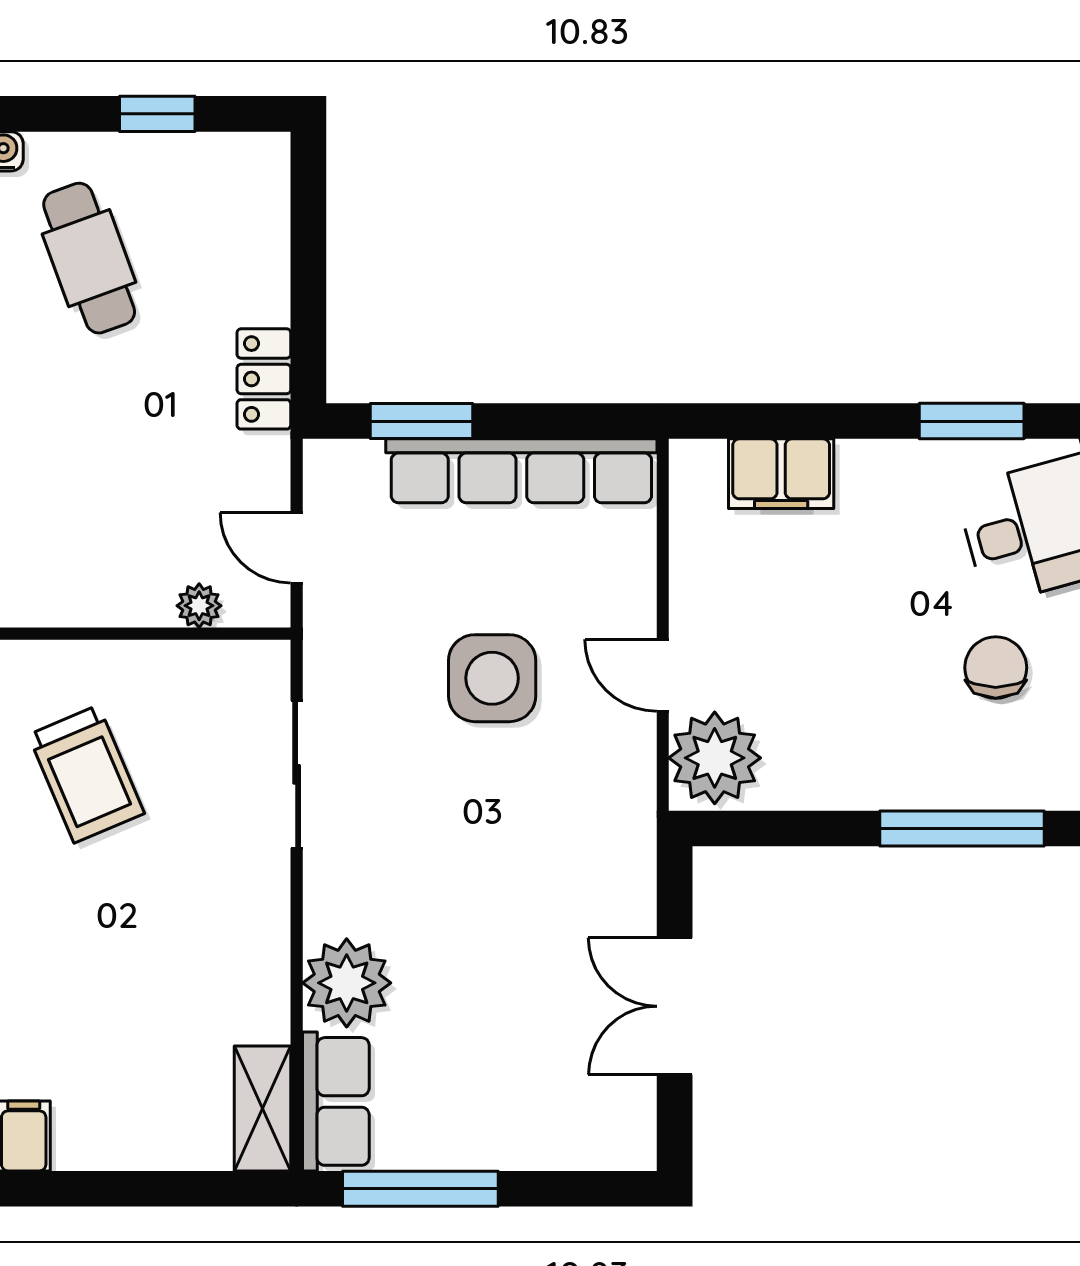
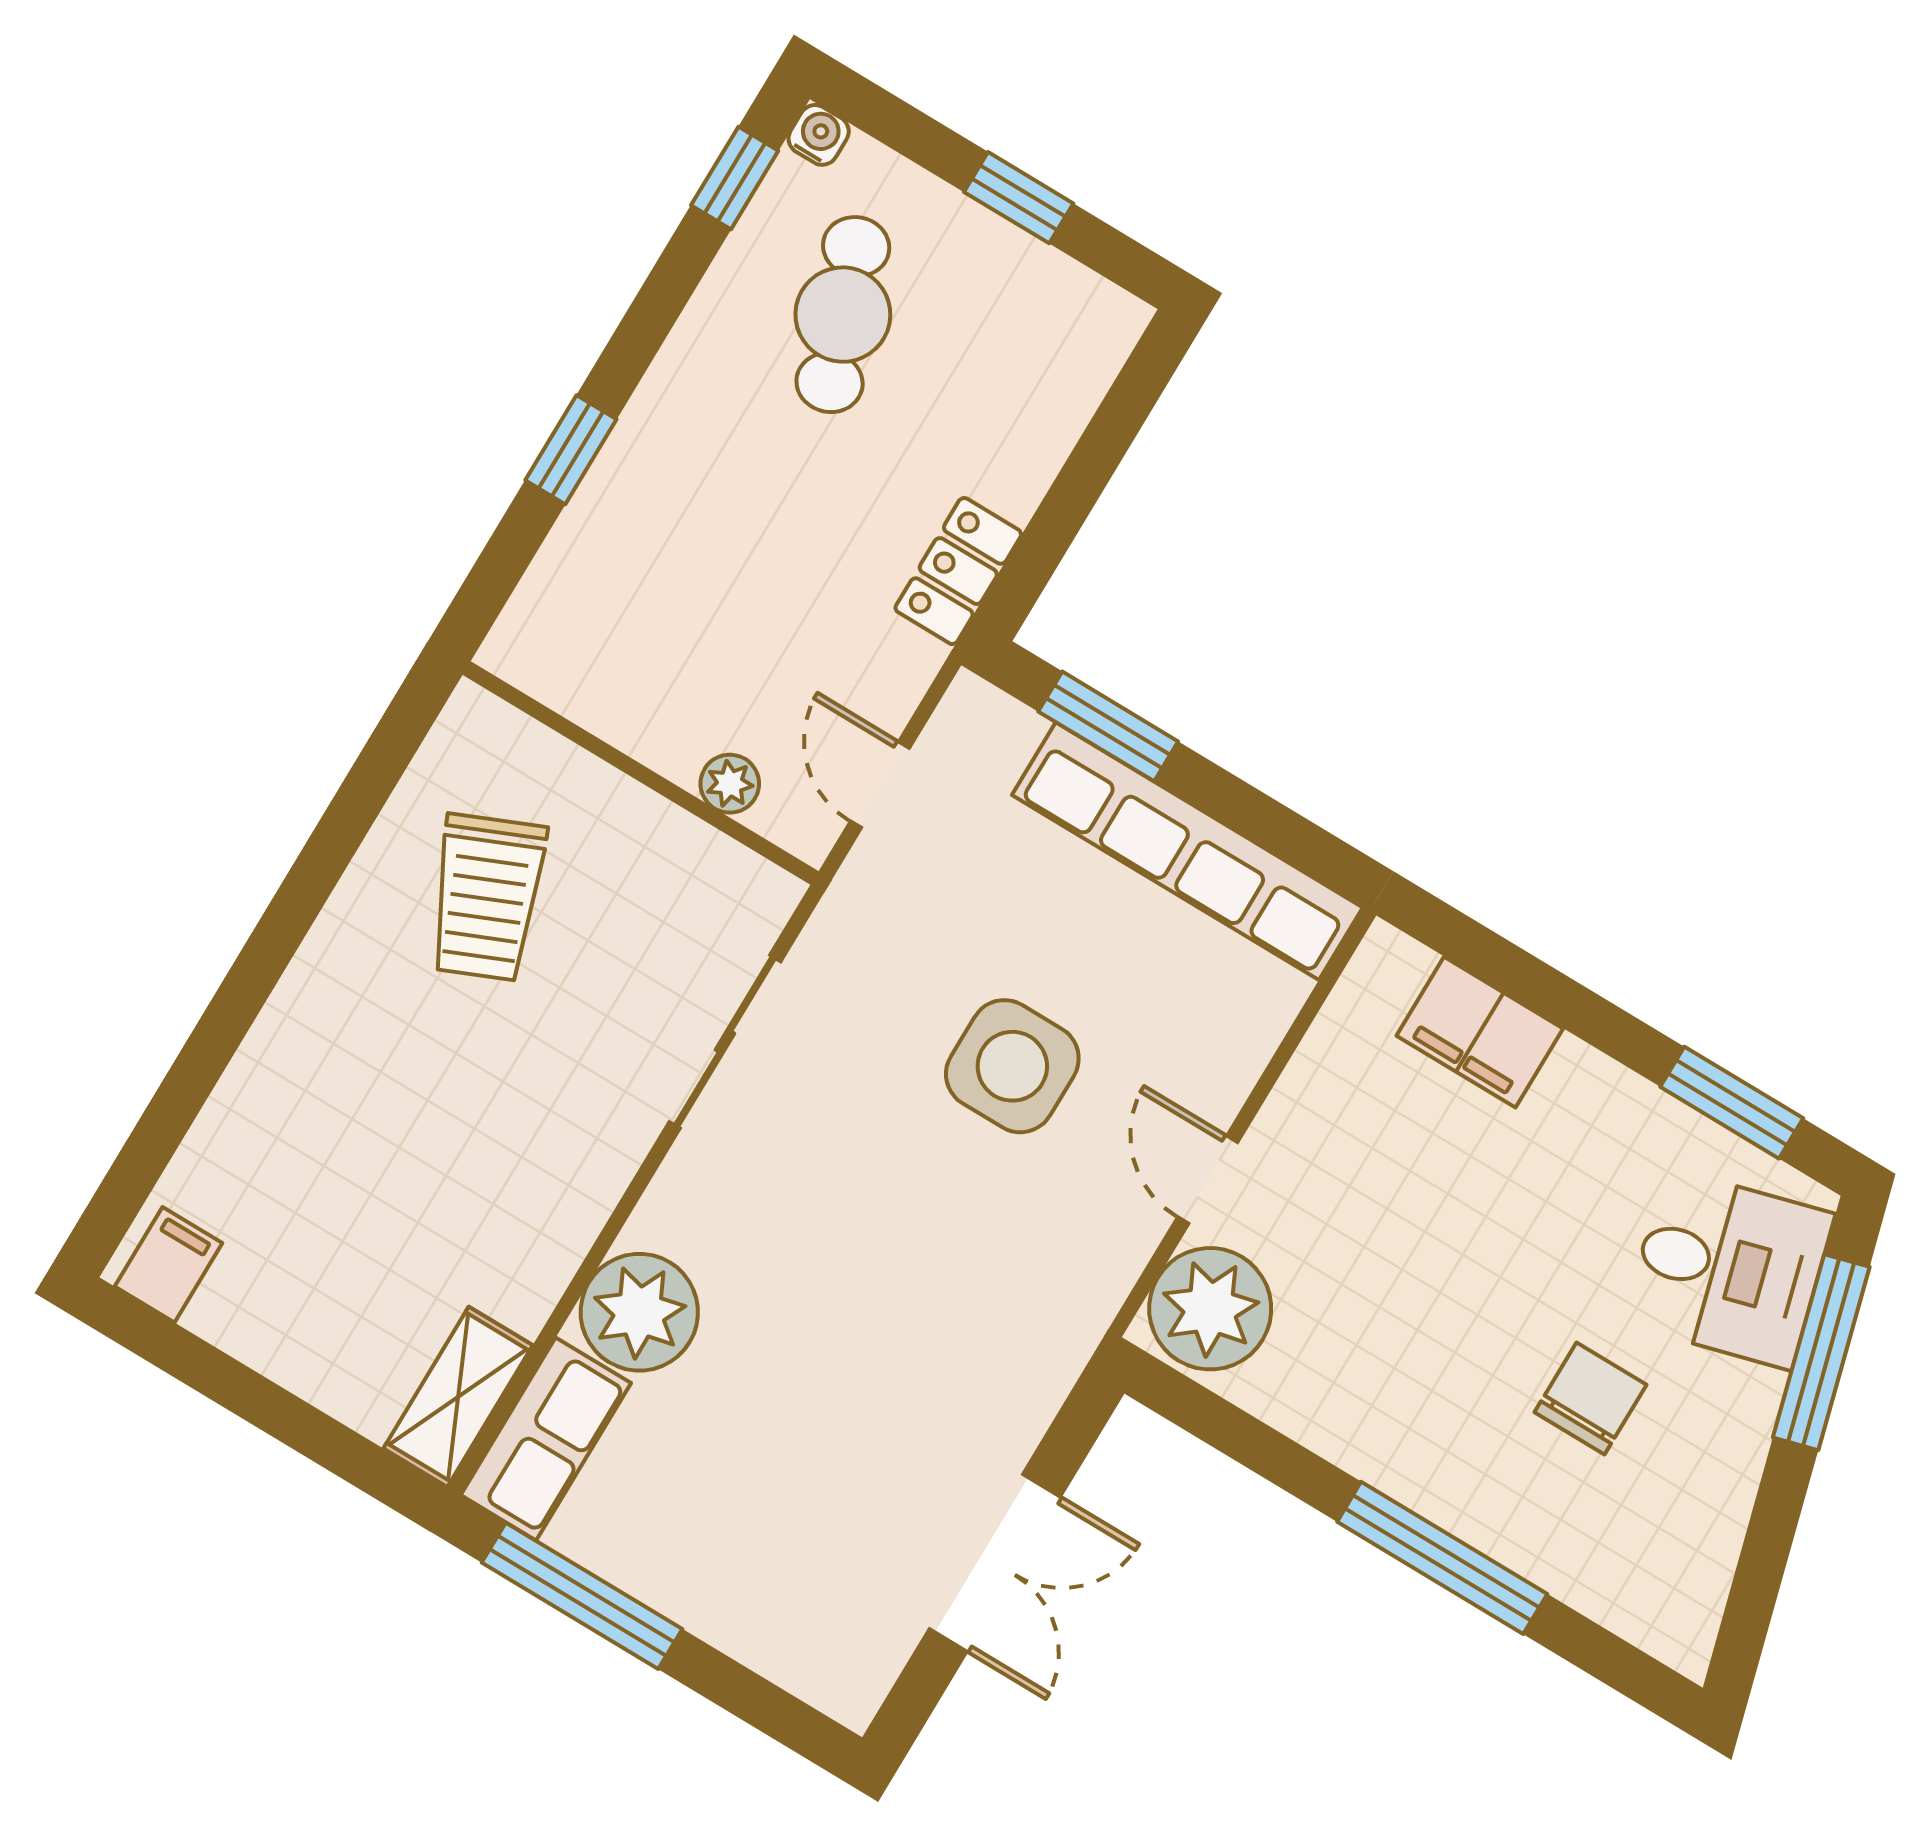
double door: (675, 1006) -> (995, 1563), swing flipped

